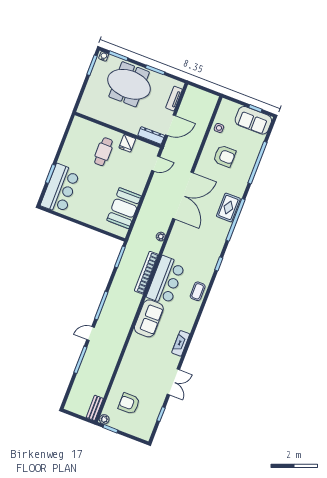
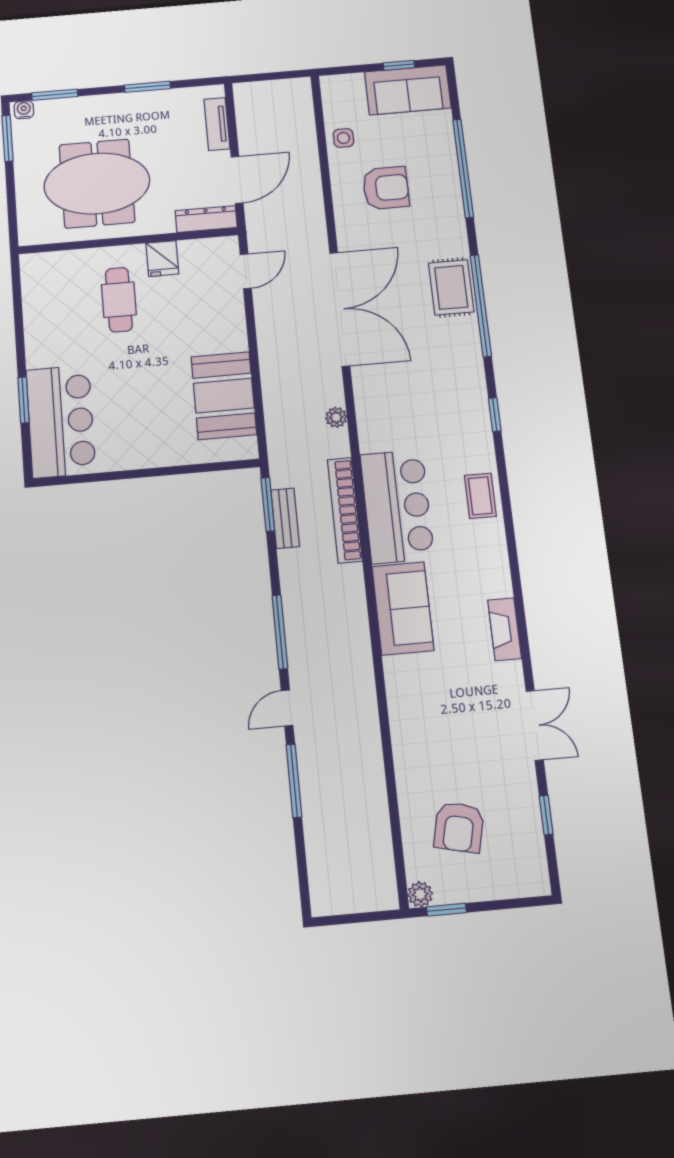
meeting table: (129, 84) -> (97, 183), moved
armchair: (129, 404) -> (459, 827), turned -77
bench: (95, 408) -> (285, 518), moved

